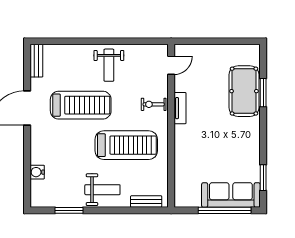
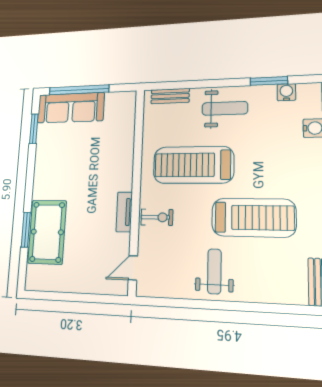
treadmill: (81, 105) -> (253, 218), turned 180
weight bench: (102, 190) -> (225, 108), turned 180
water cooler: (56, 201) -> (286, 92), added

